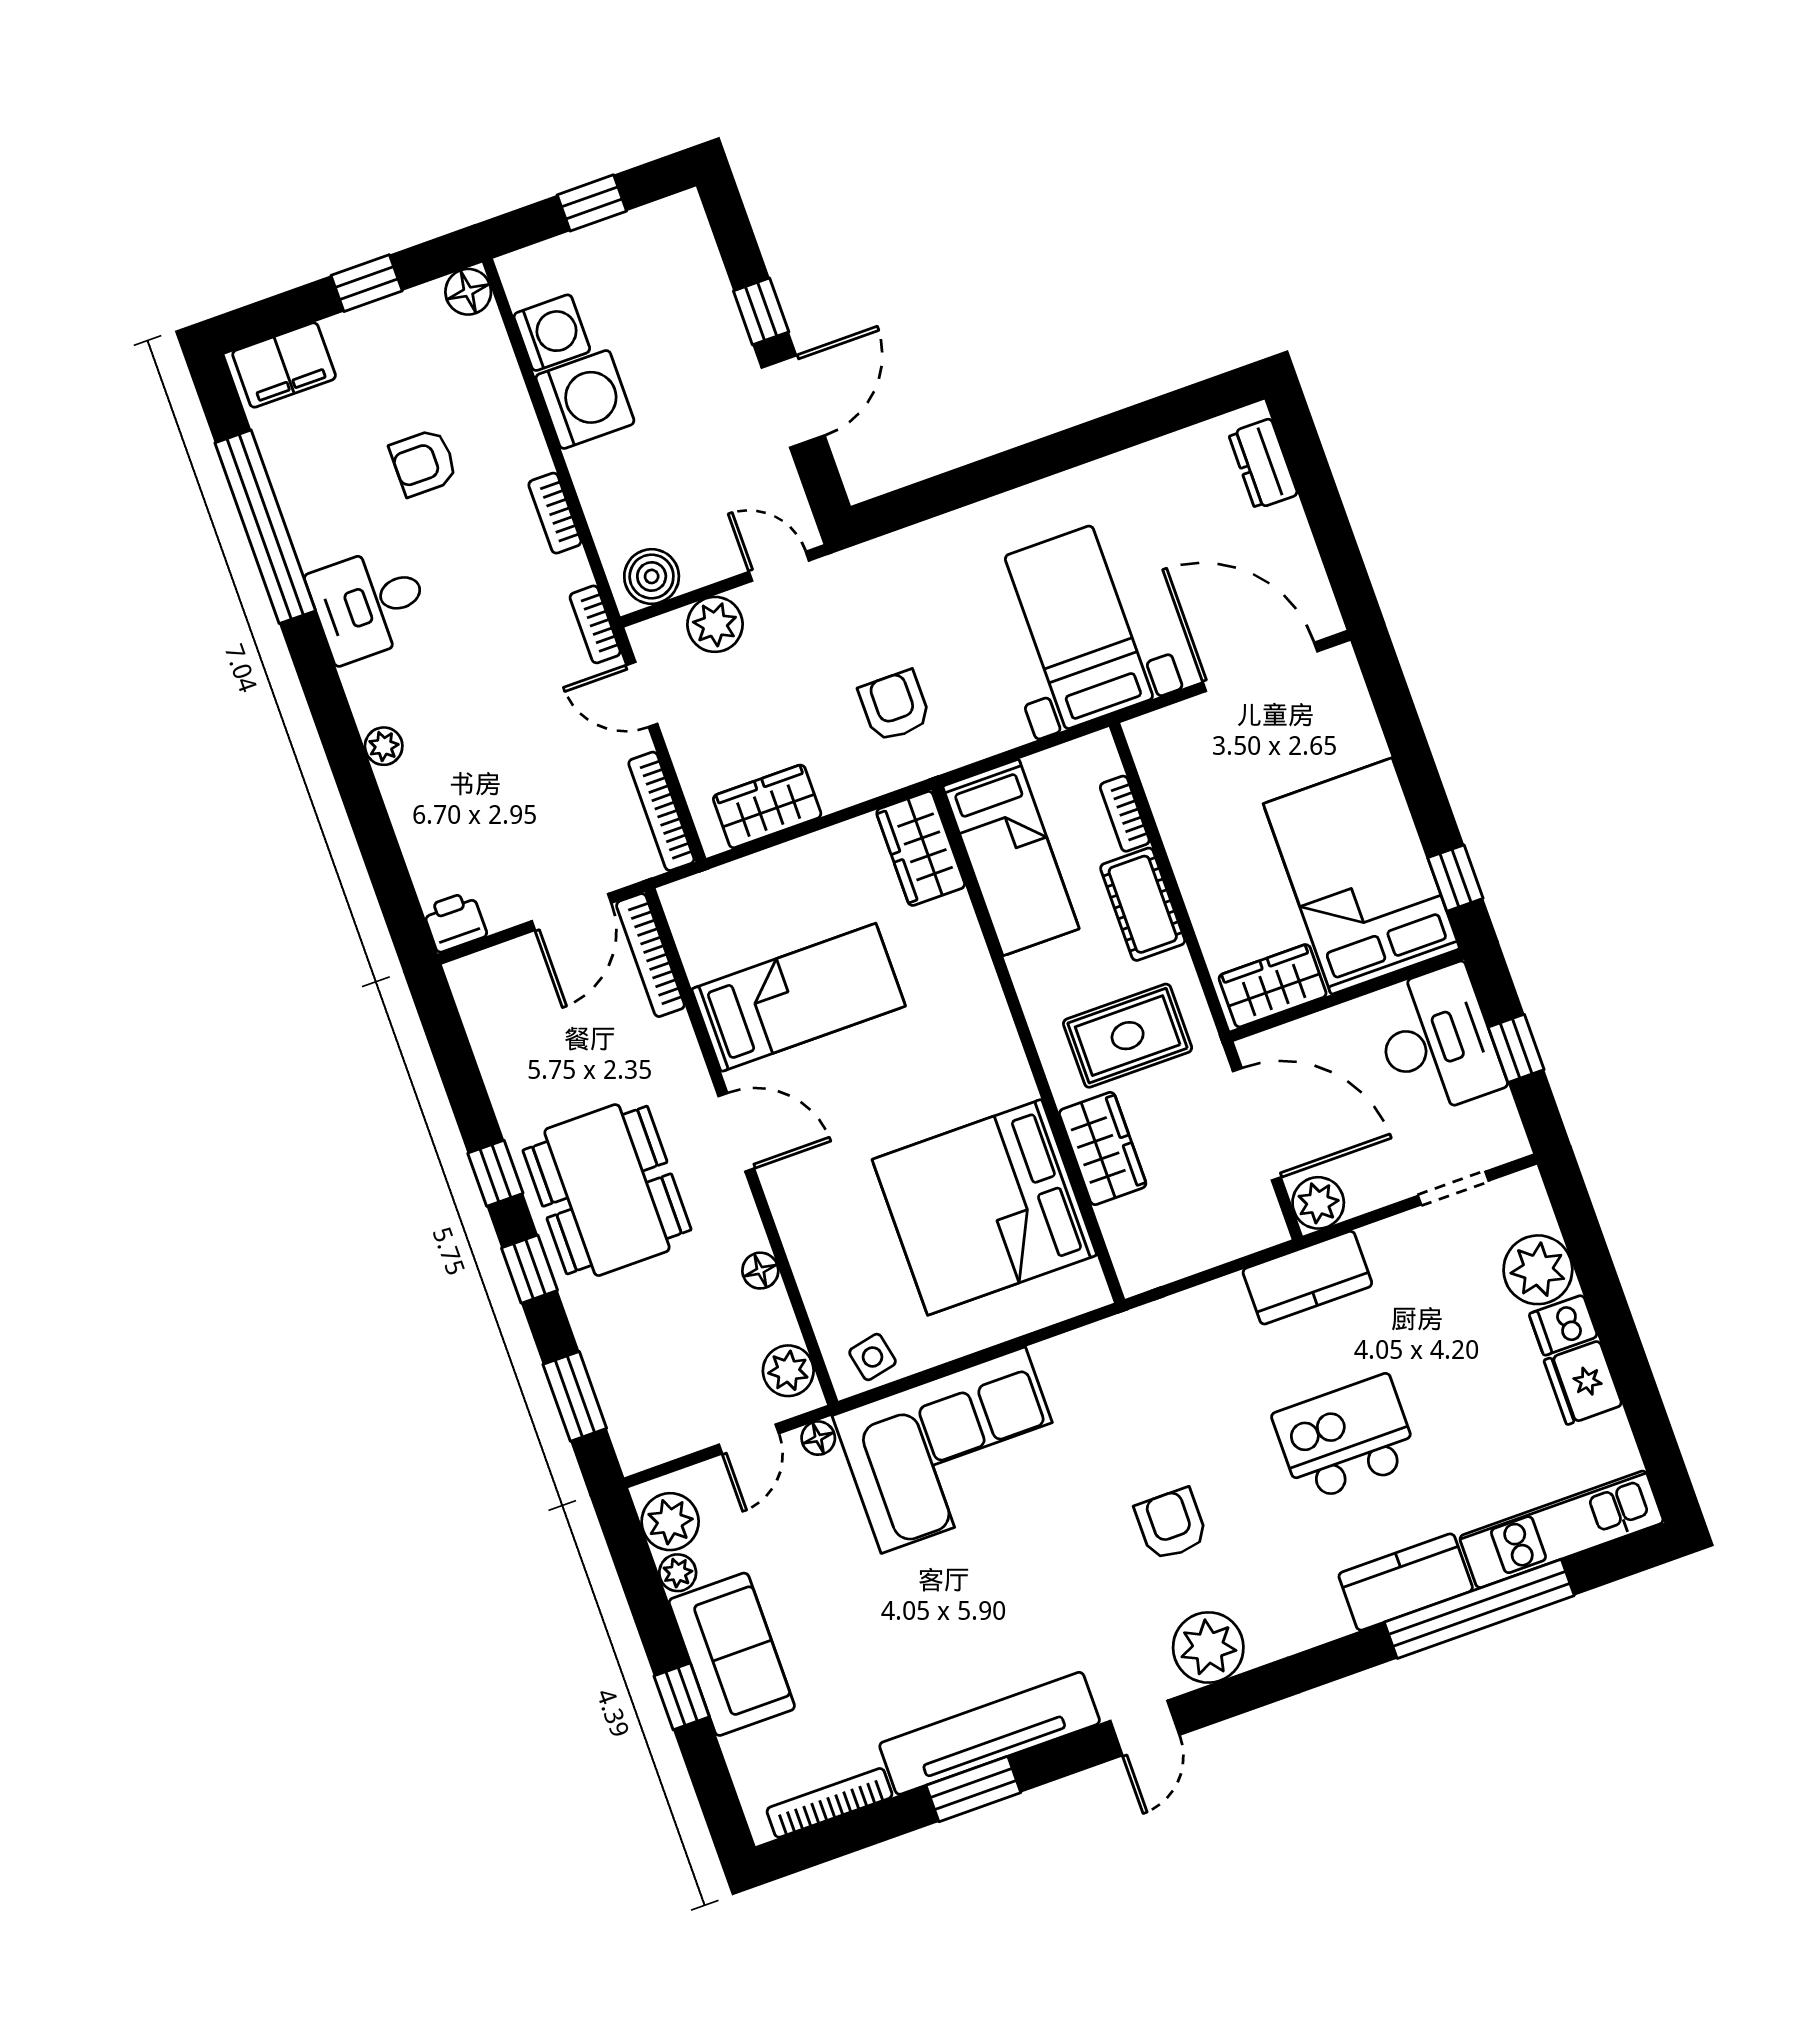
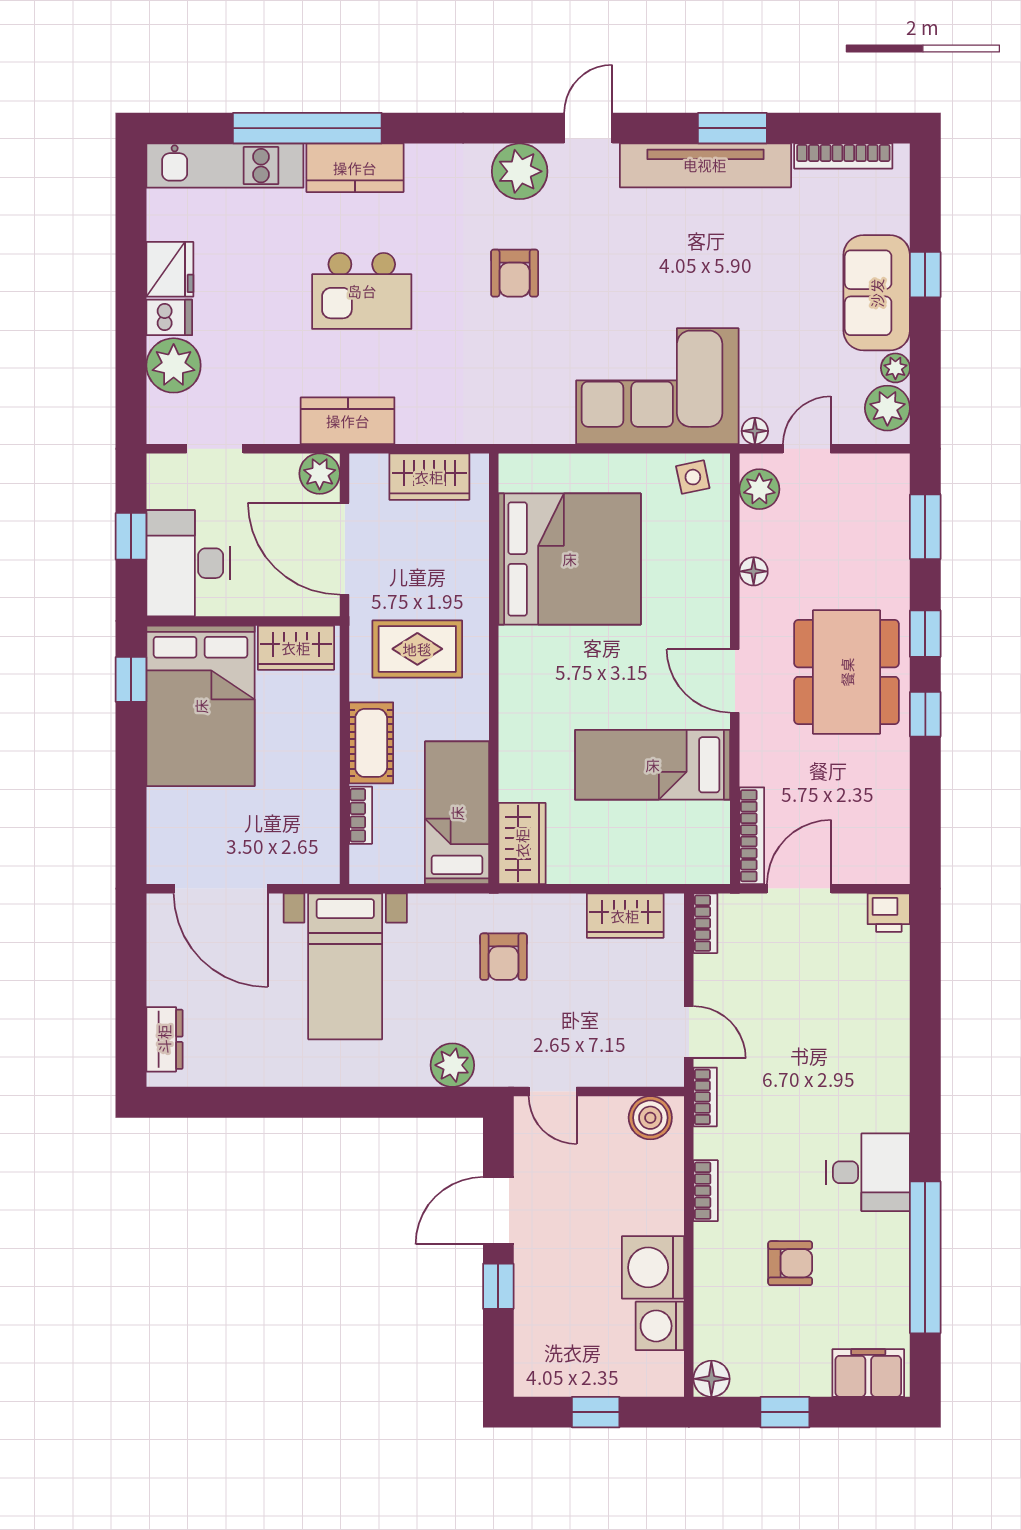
plant: (715, 624) -> (452, 1065), moved
plant: (384, 746) -> (895, 1062), removed
bookcase: (661, 811) -> (705, 923), width x0.64
wardrobe: (1103, 1149) -> (429, 477), moved, turned -90

